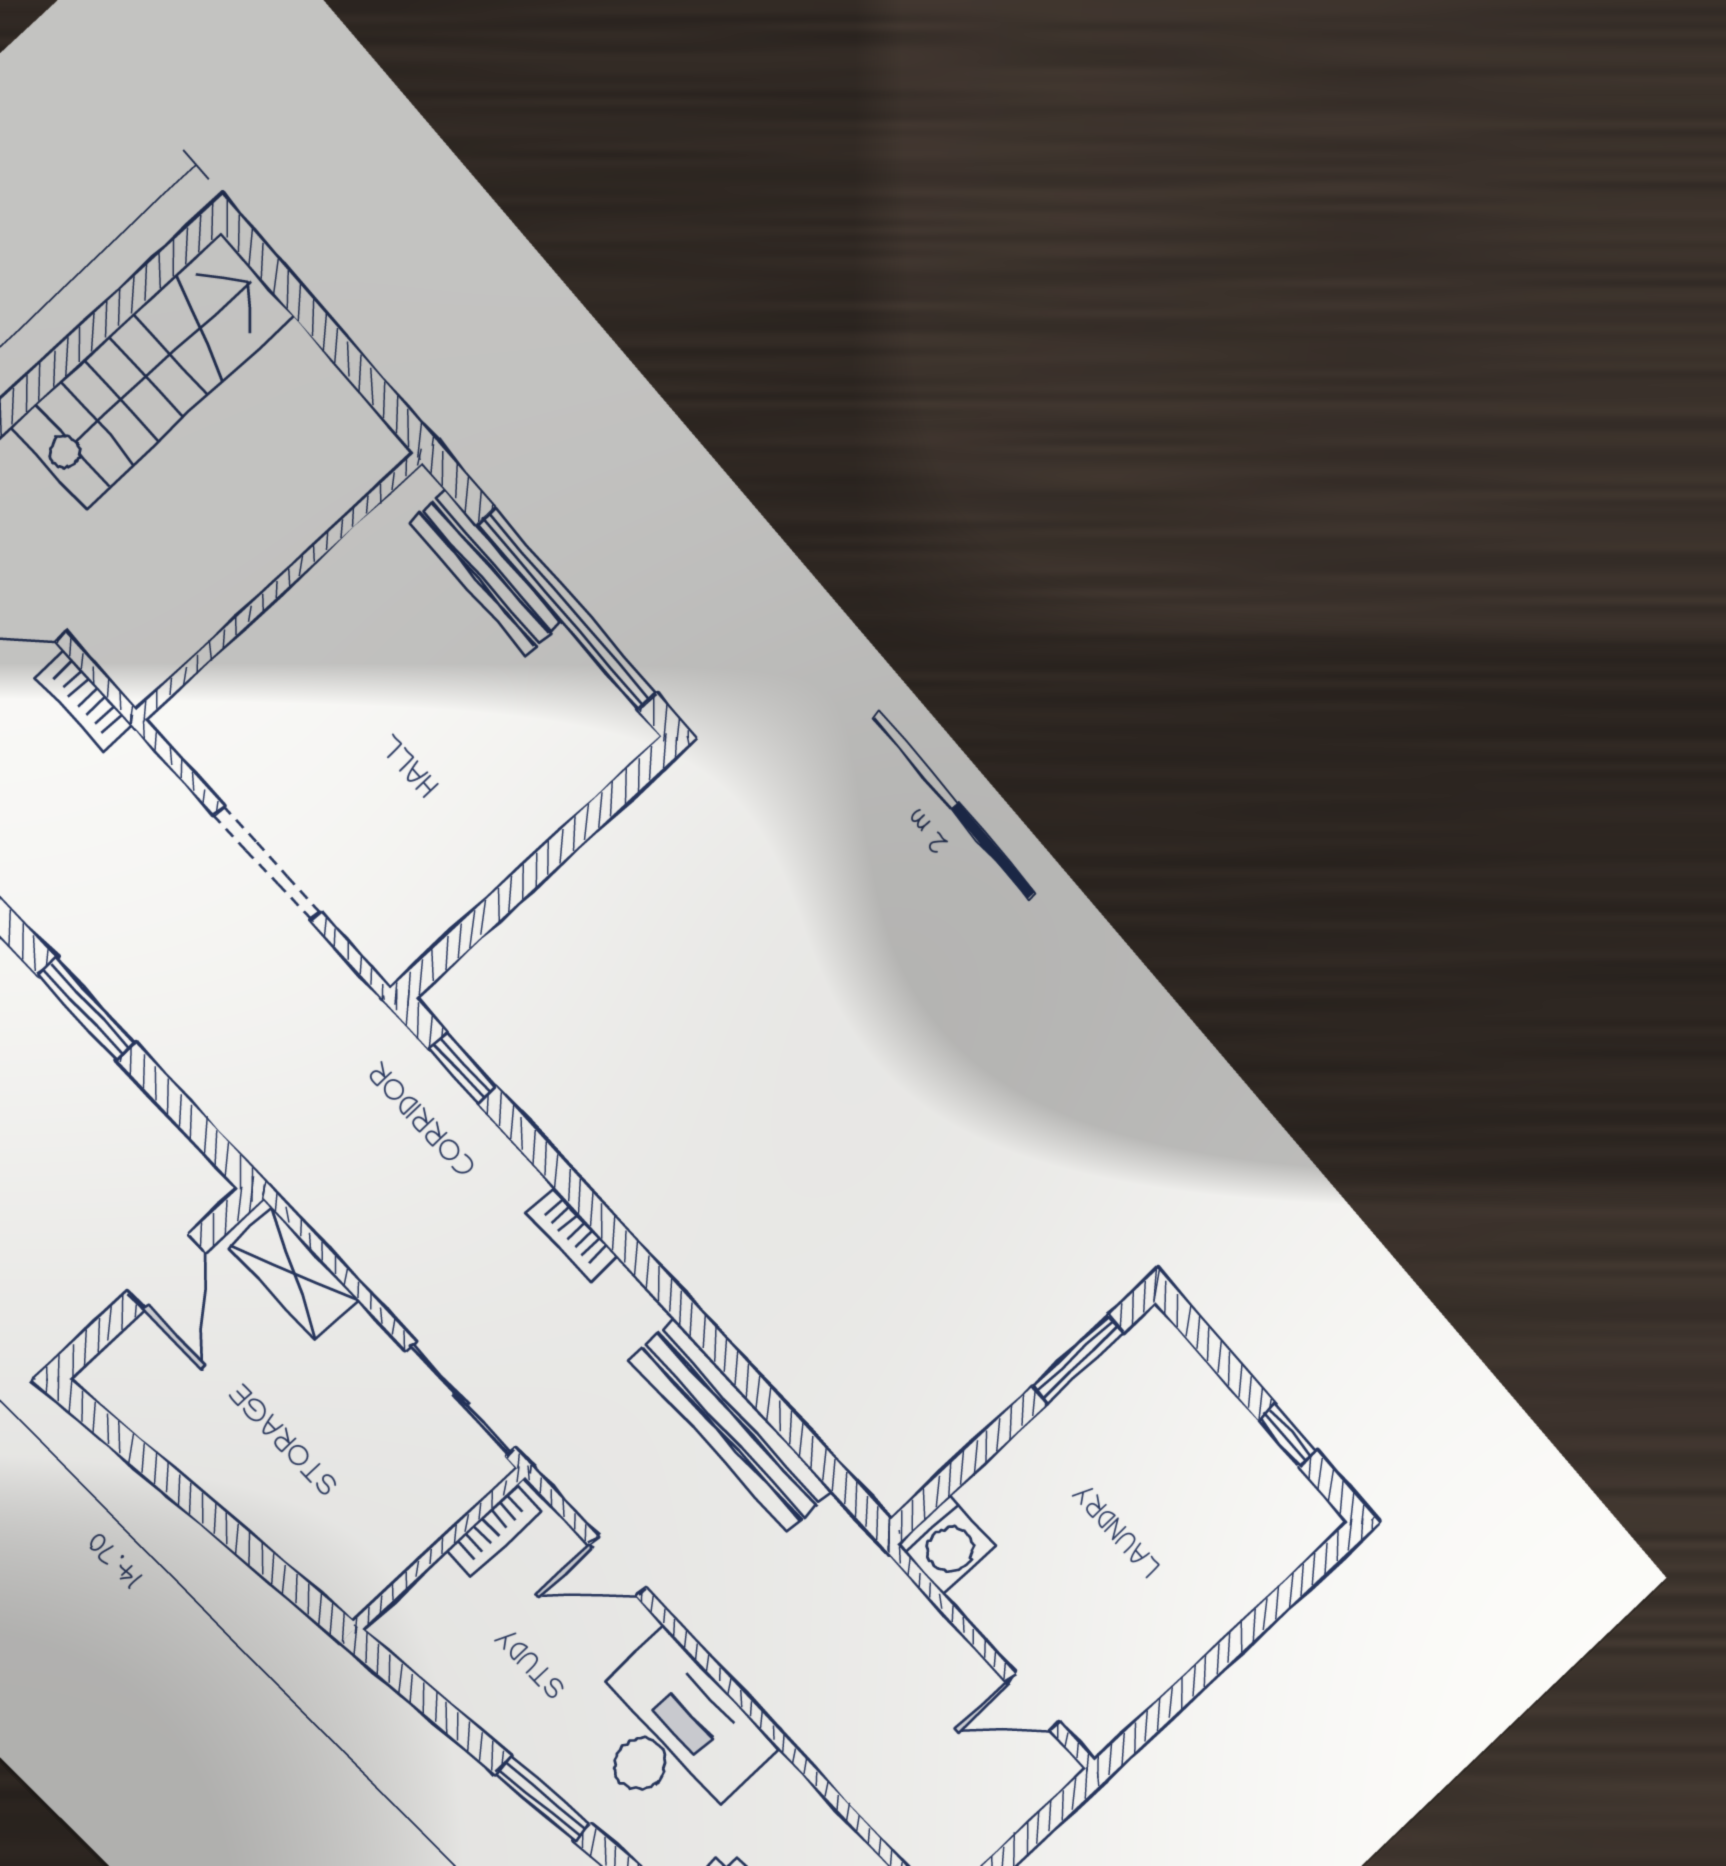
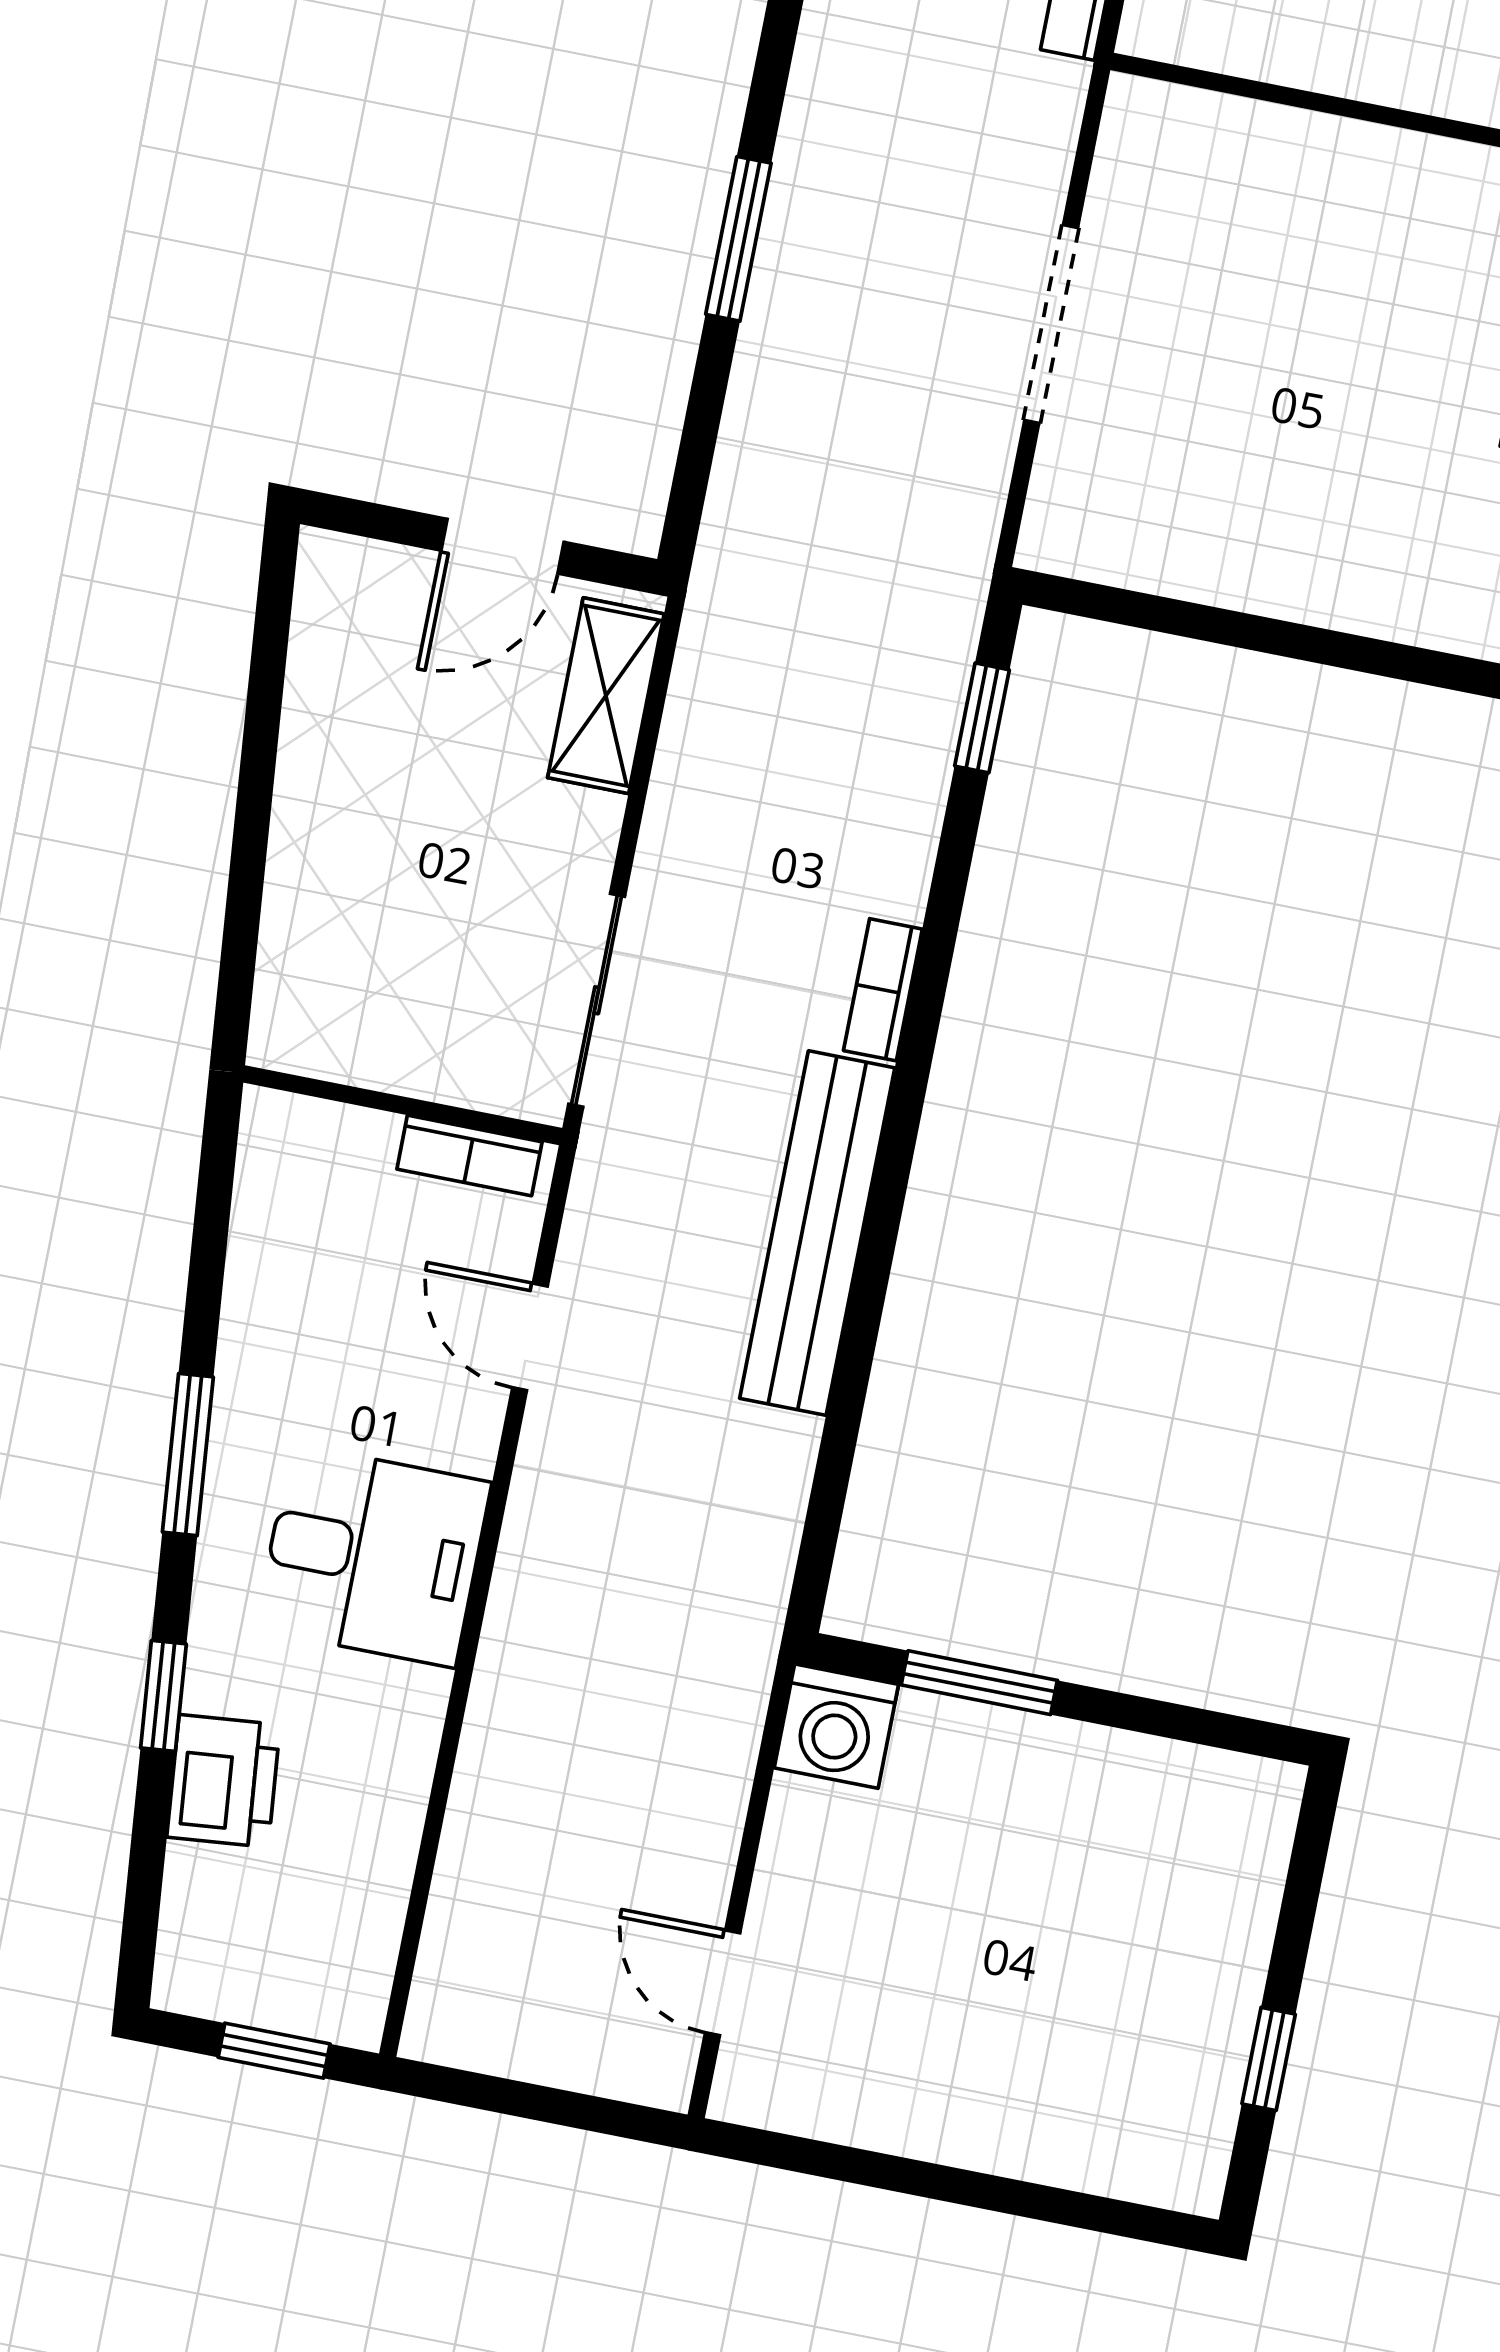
window: (1078, 1359) -> (979, 1683), moved
bench: (731, 1425) -> (817, 1233), moved
desk: (671, 1735) -> (373, 1556), width x0.73

